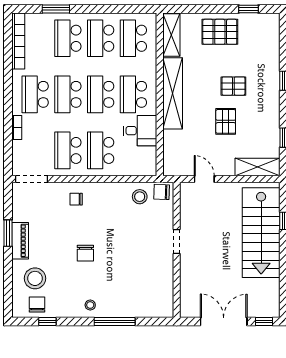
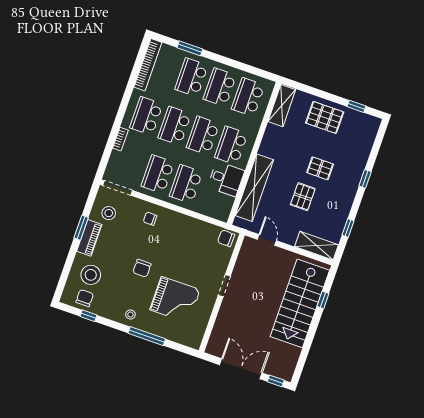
shelving: (173, 93) -> (254, 188), moved
stool: (140, 197) -> (109, 213), moved
grand piano: (131, 274) -> (175, 300), added

